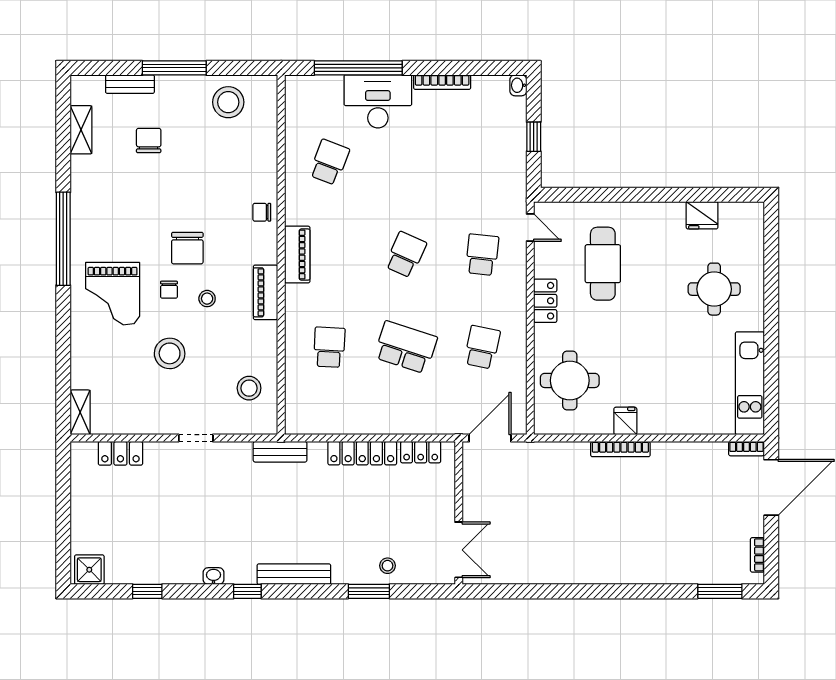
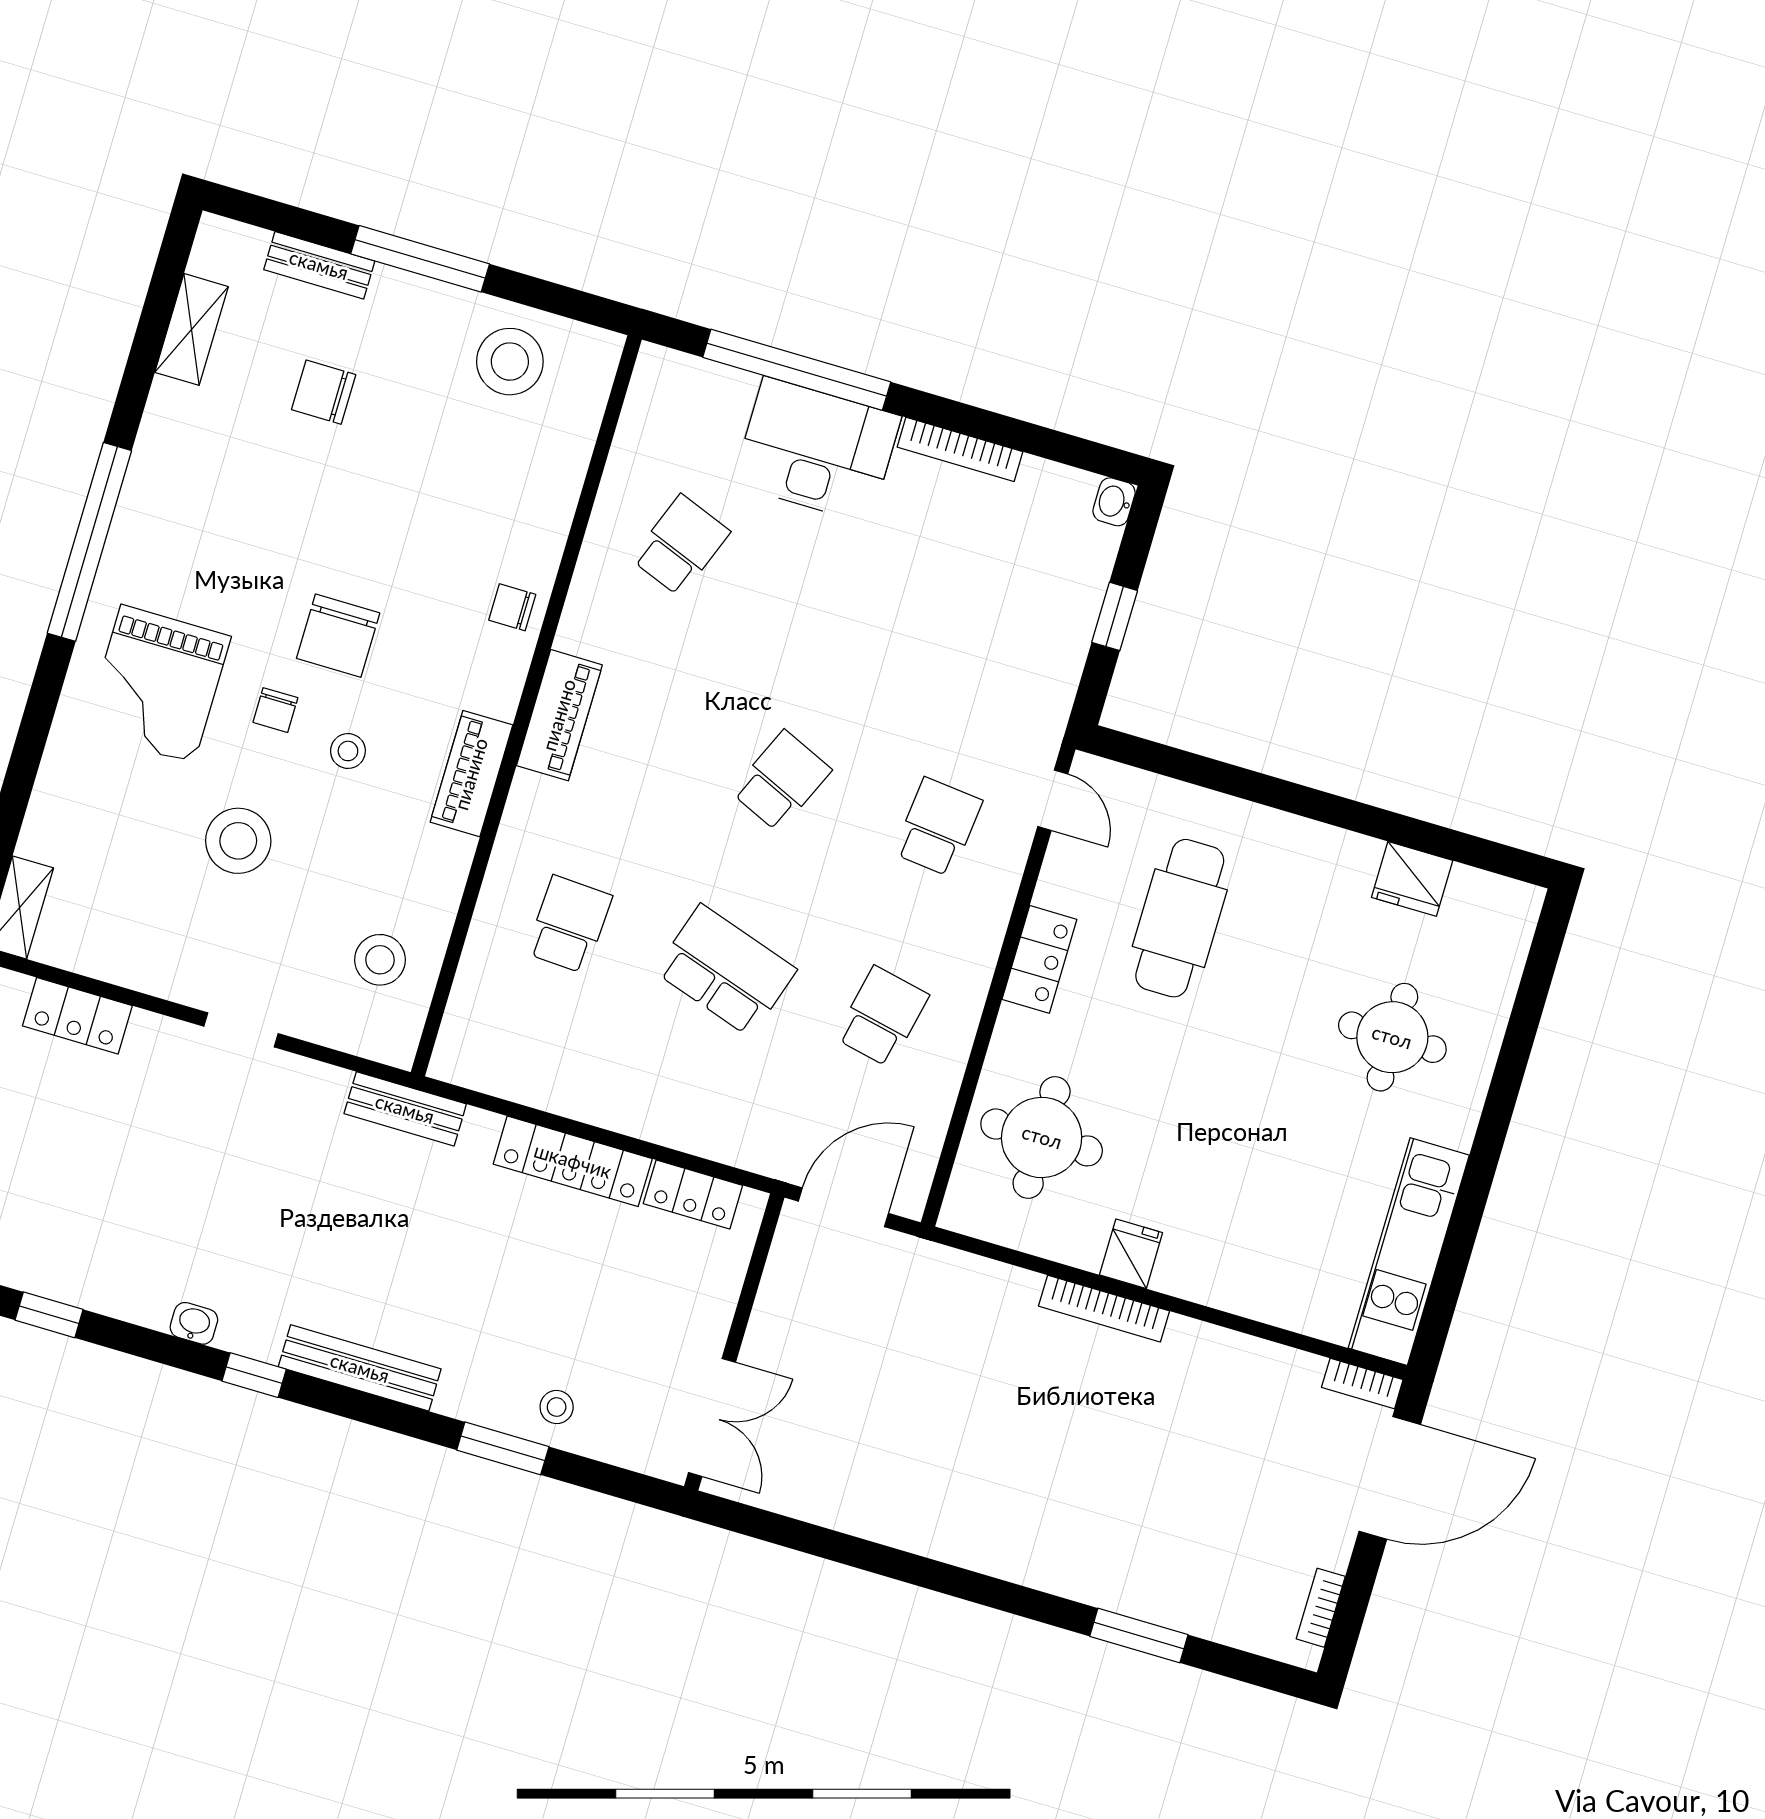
chair: (149, 141) -> (324, 392), turned -90
window: (720, 591) -> (1139, 1636), moved

